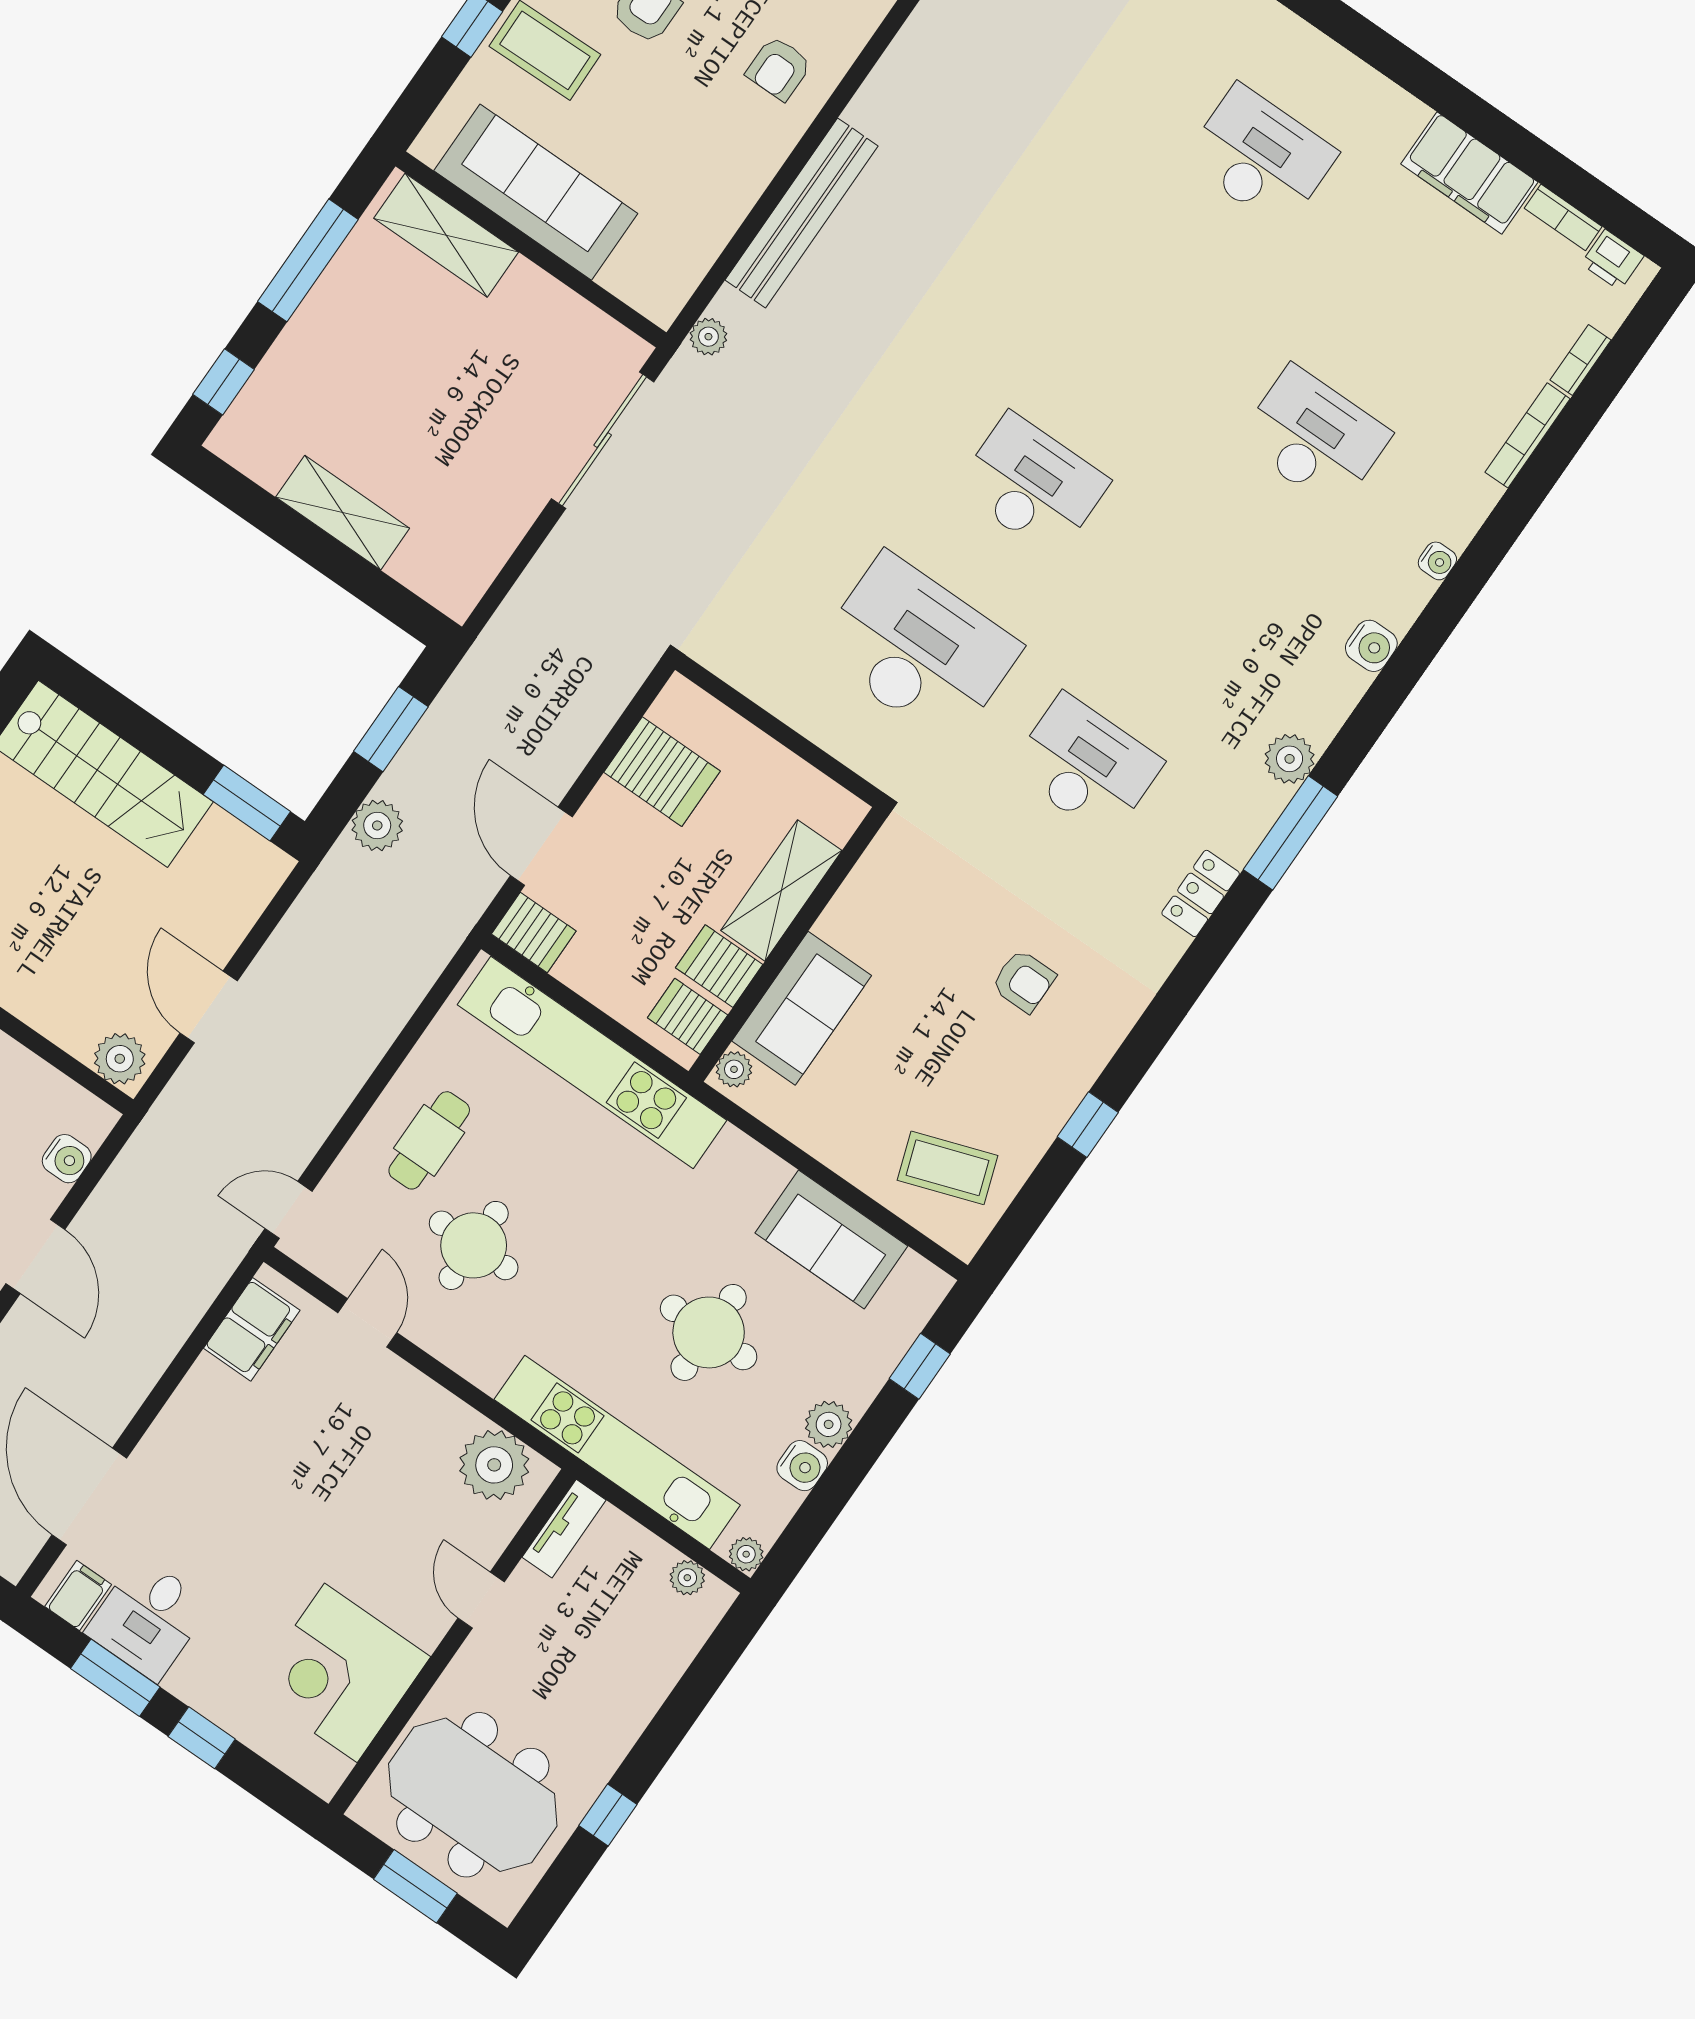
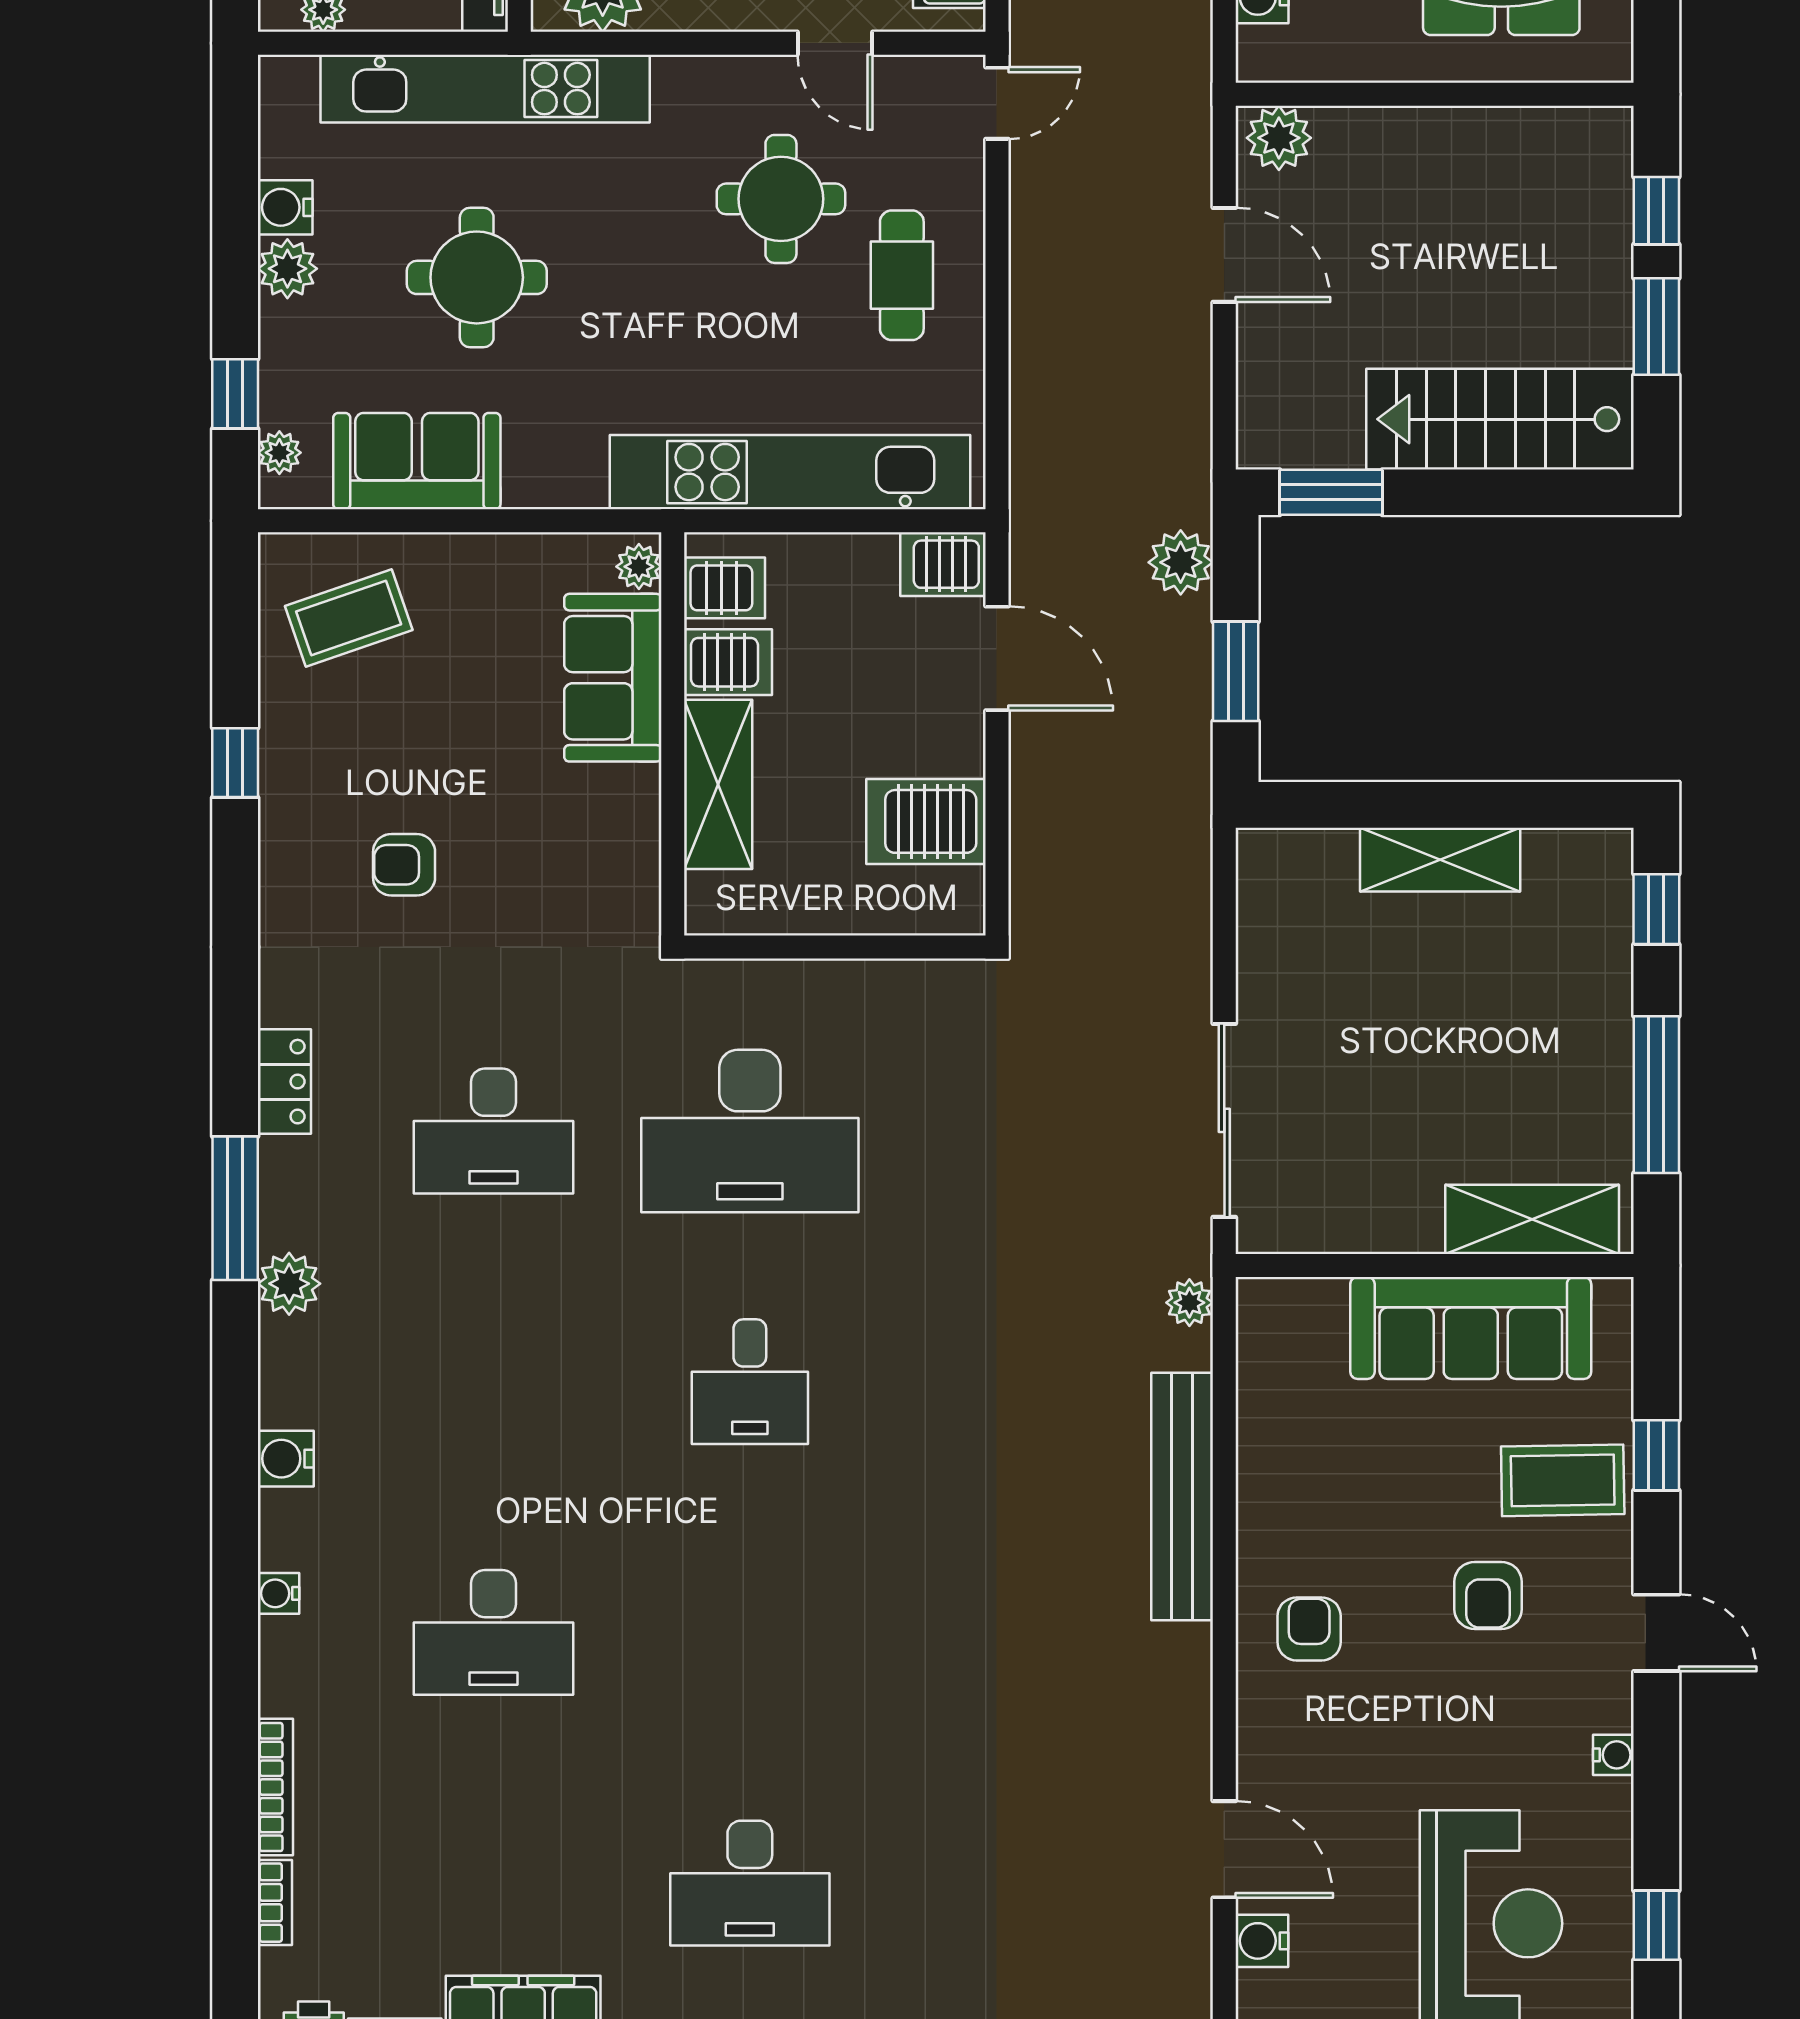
desk: (1032, 485) -> (750, 1382), width x0.73
plant: (746, 1554) -> (279, 453), moved

